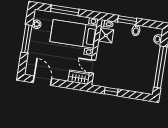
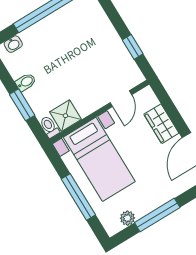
wardrobe: (79, 77) -> (161, 124), moved

